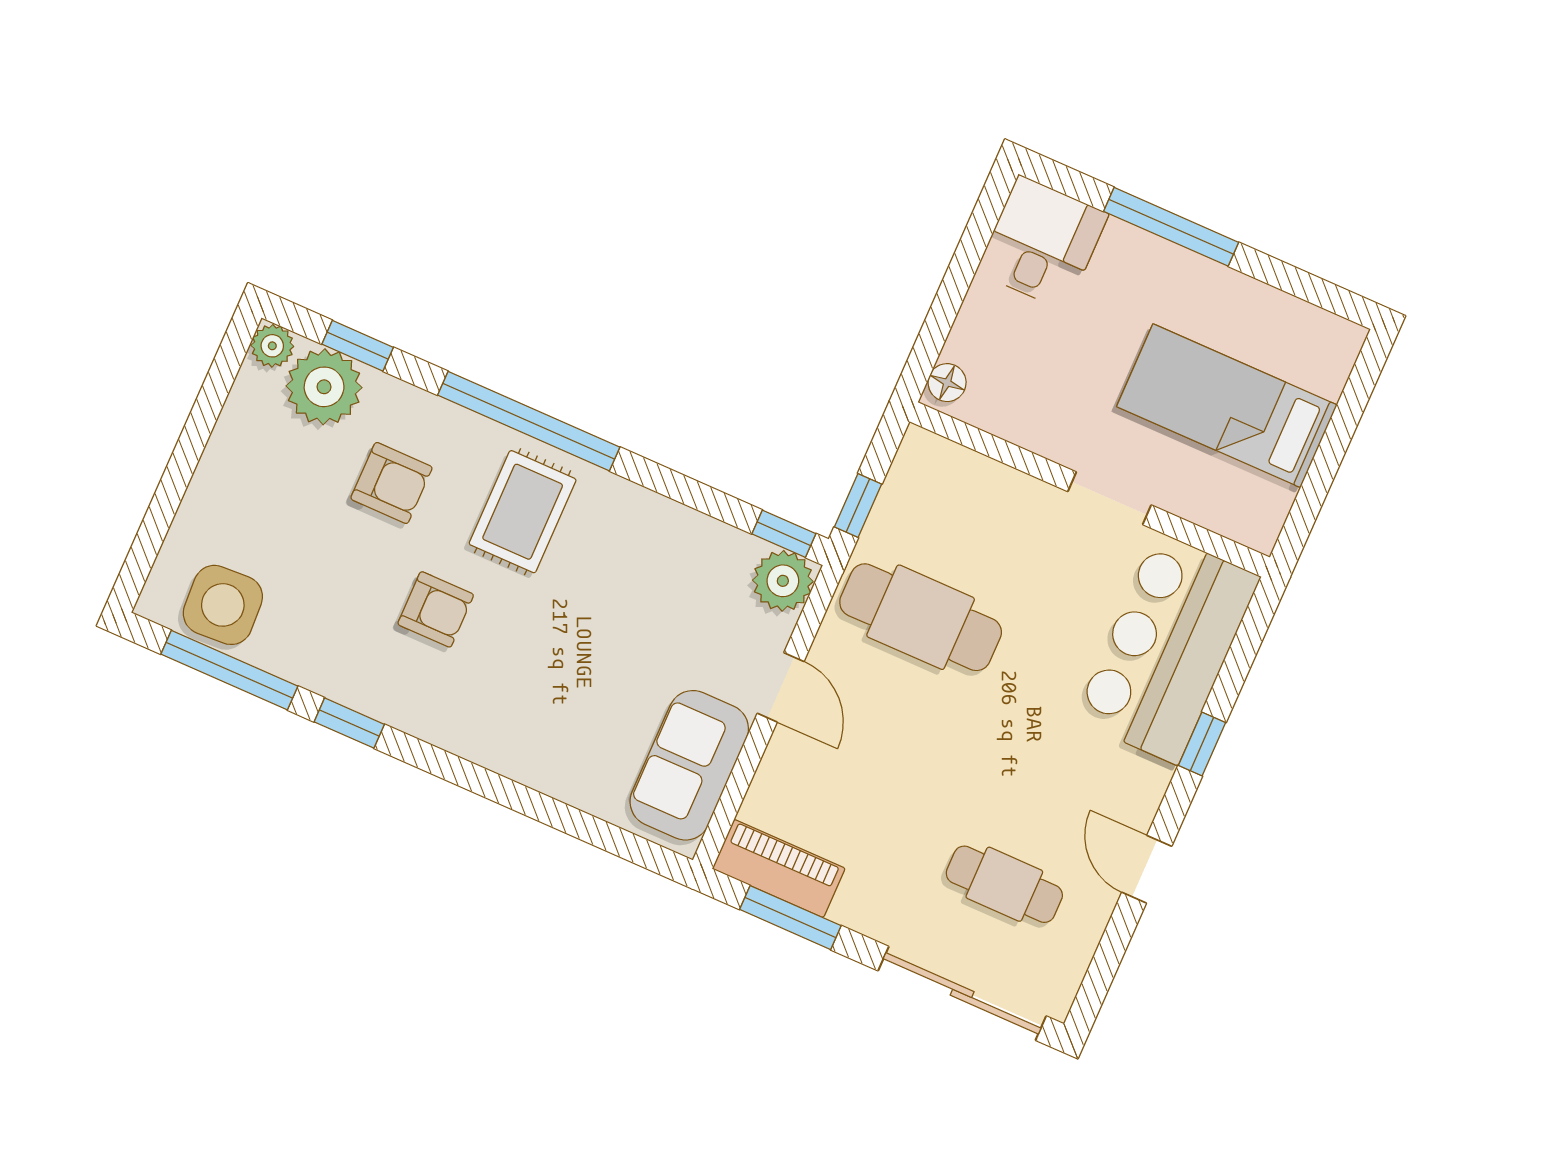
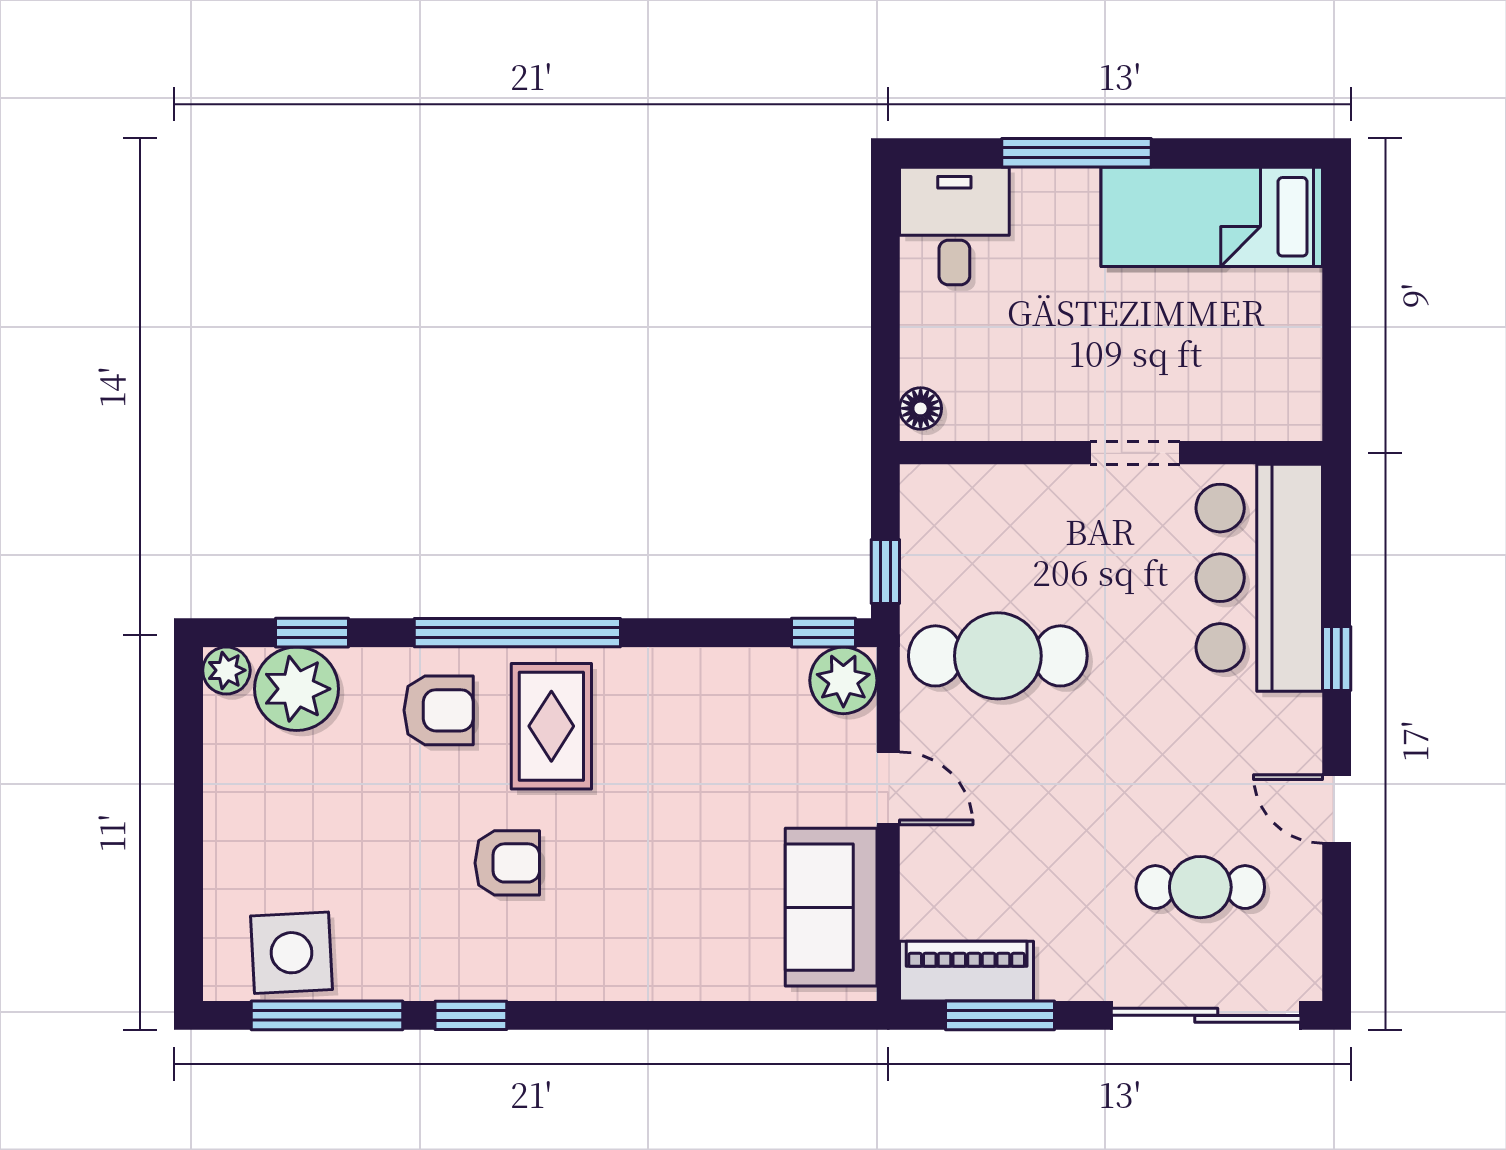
bed: (1227, 406) -> (1212, 217), moved
armchair: (391, 483) -> (439, 710), moved

